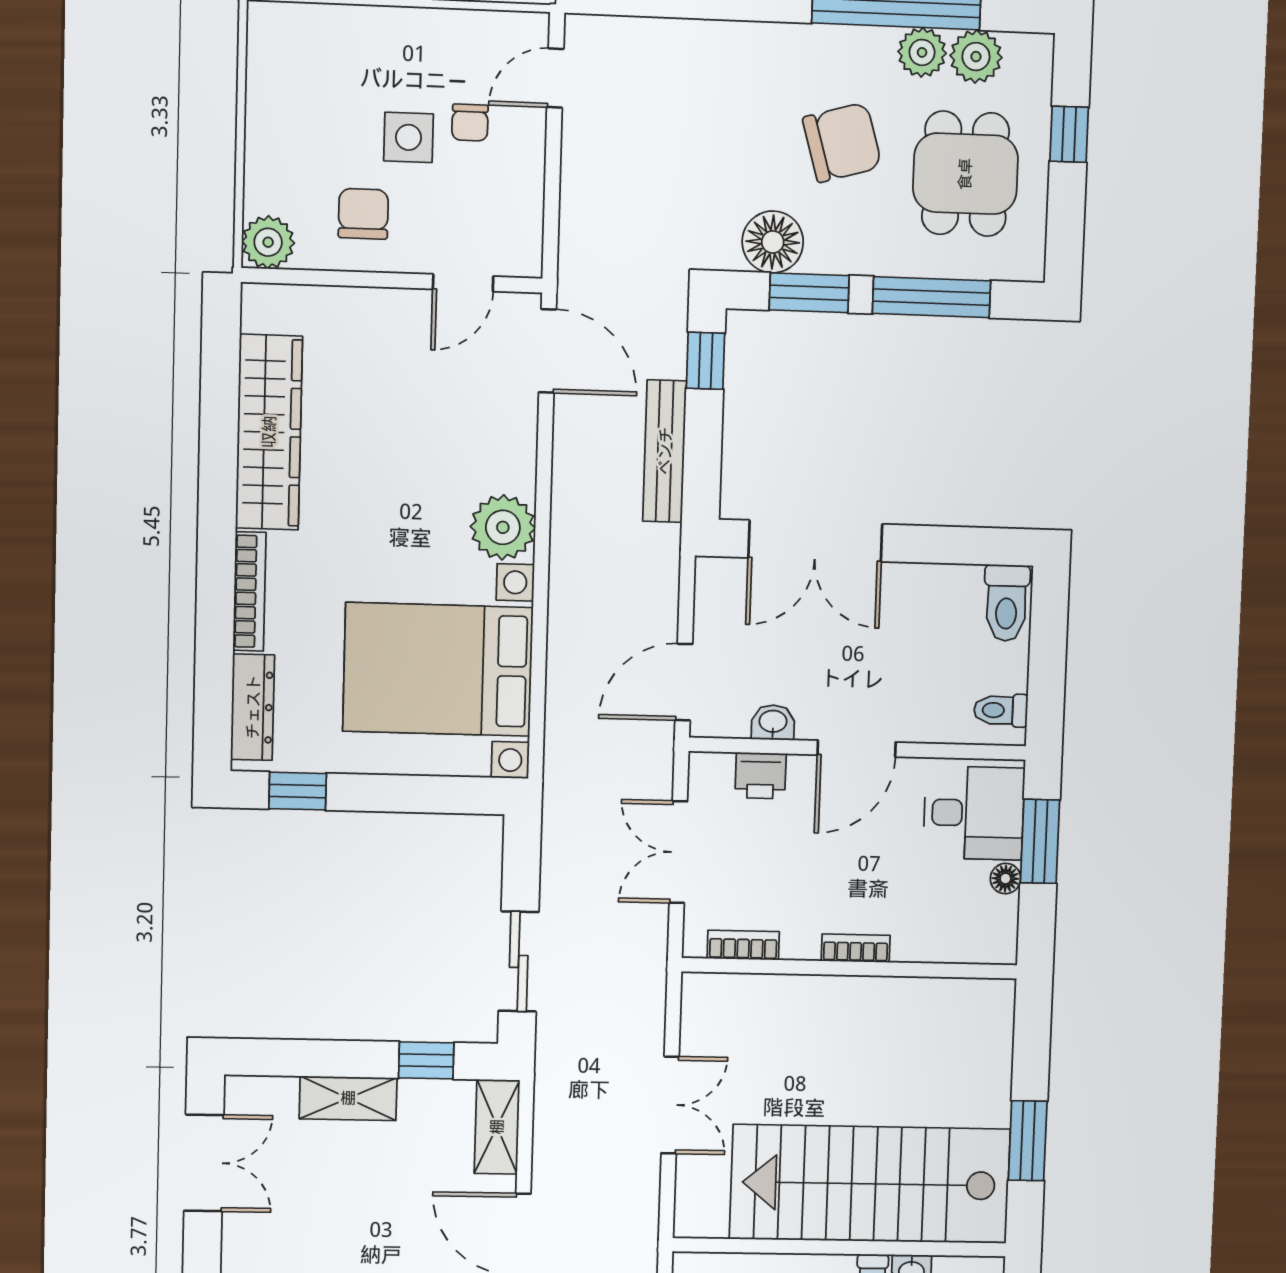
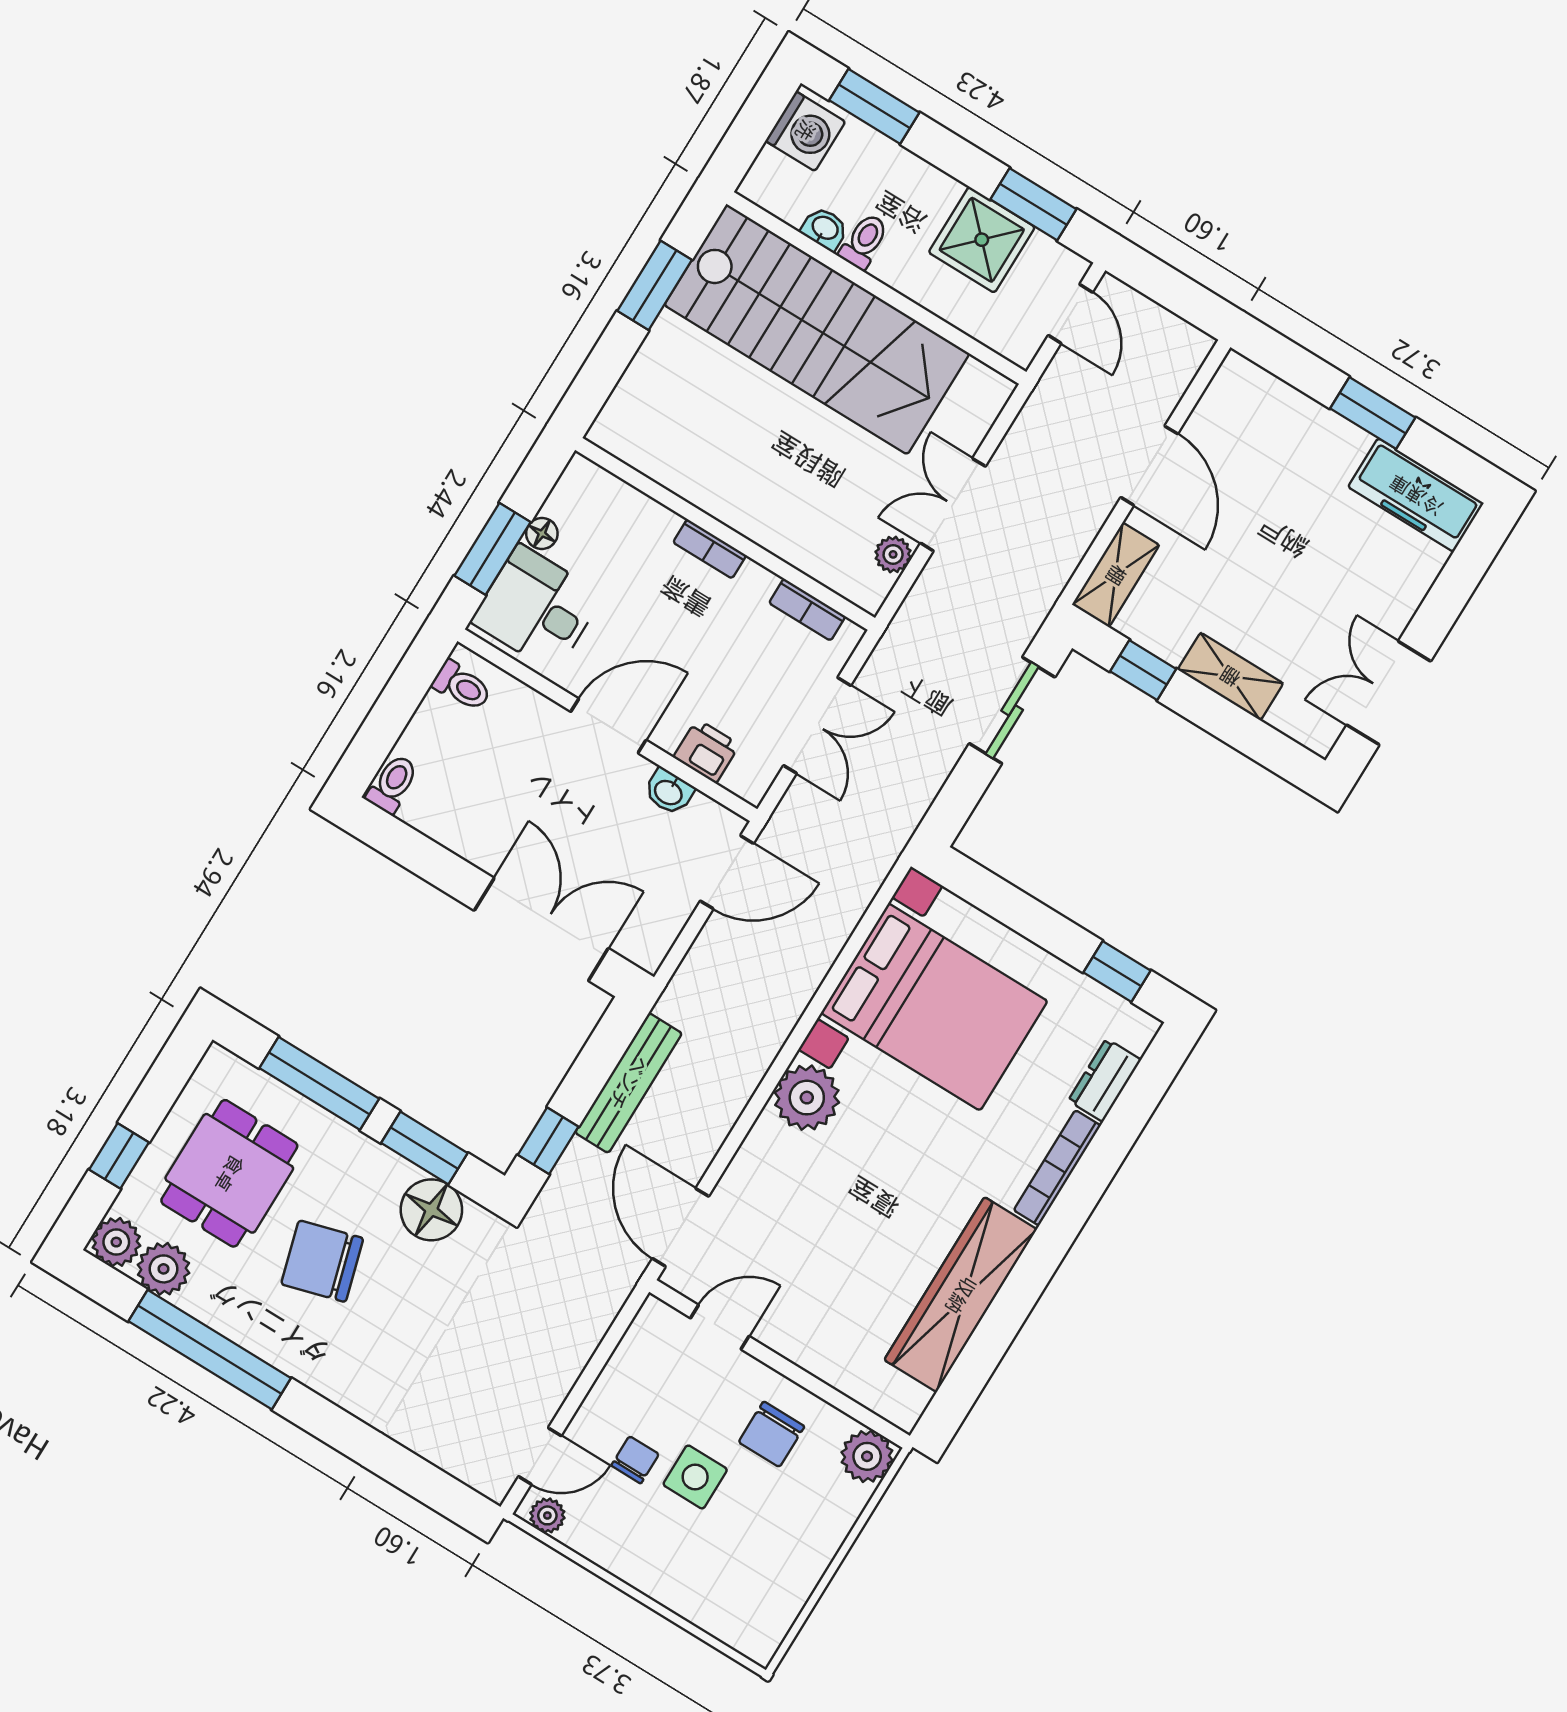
plant: (519, 29) -> (547, 1515), added
plant: (922, 52) -> (116, 1242), moved
toilet: (1006, 603) -> (393, 784), width x0.73, depth x0.72
dresser: (253, 707) -> (1105, 1080), width x0.70
plant: (697, 1034) -> (893, 554), added

